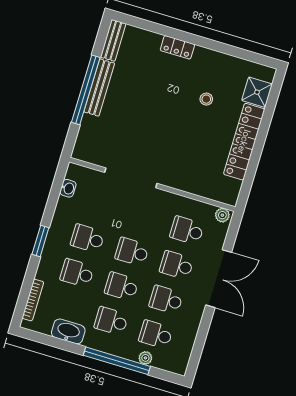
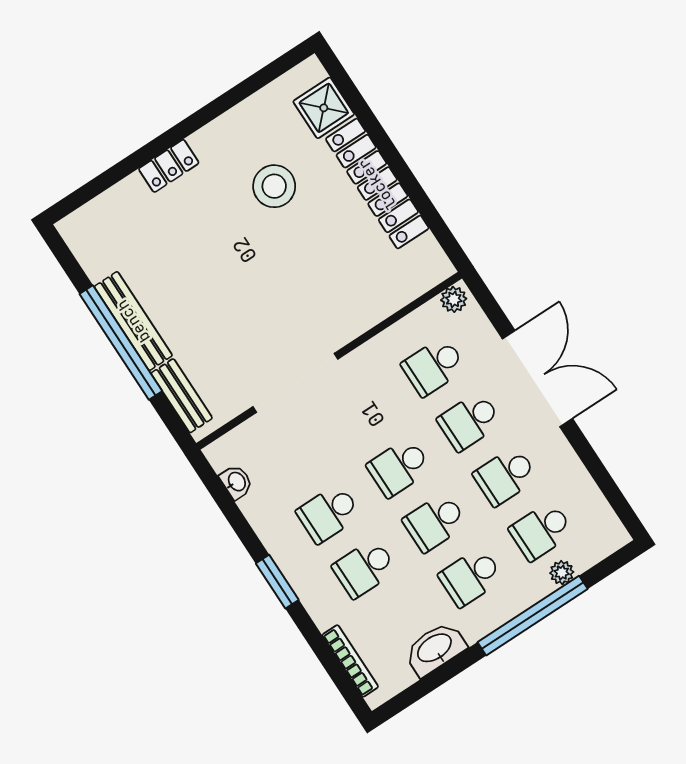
bench: (113, 40) -> (182, 396), moved
stool: (206, 99) -> (274, 186), width x1.89, depth x1.89

